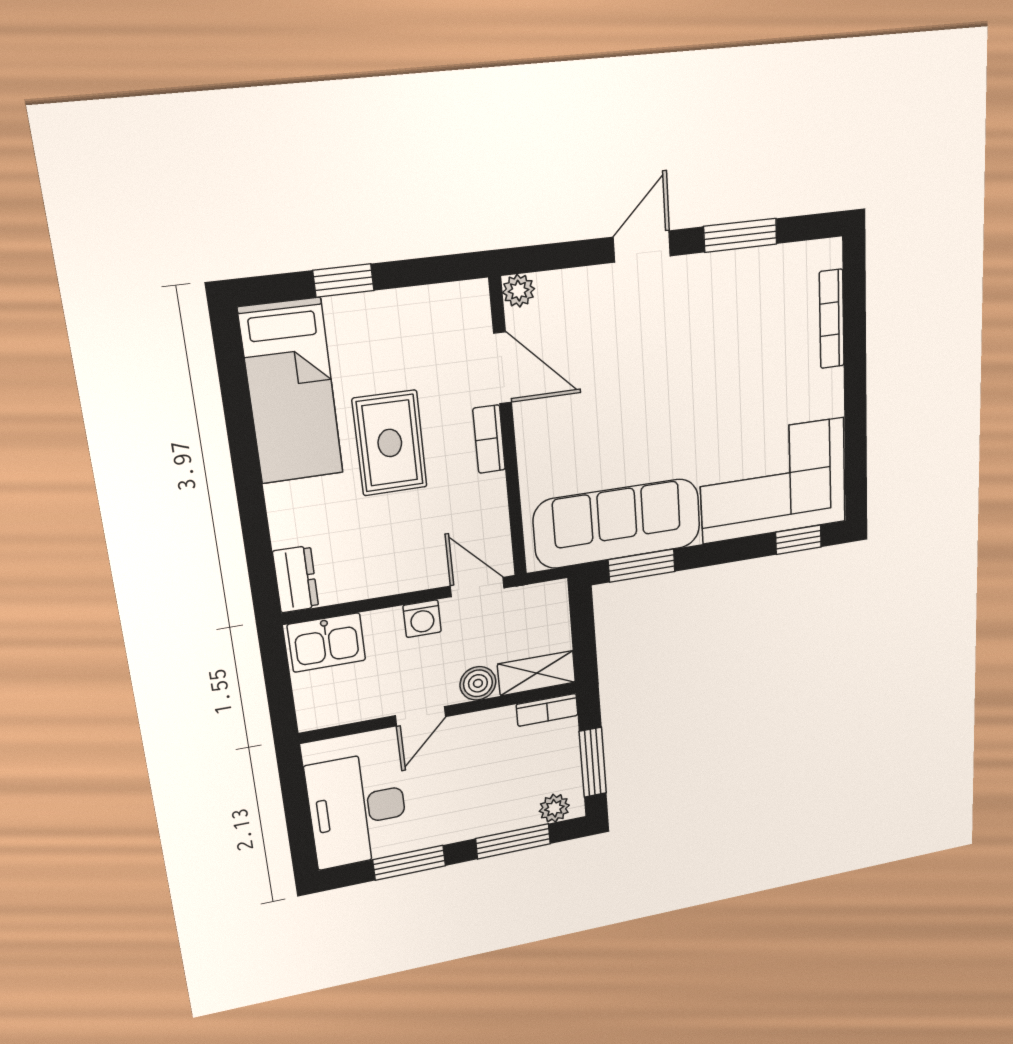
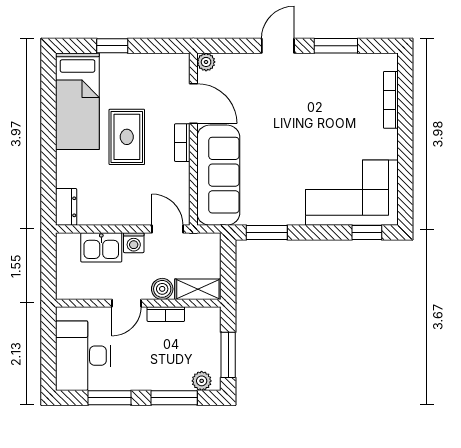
sofa: (617, 523) -> (218, 175), moved, turned 90
kitchen sink: (326, 643) -> (101, 247), moved
bookcase: (547, 710) -> (166, 314), moved

